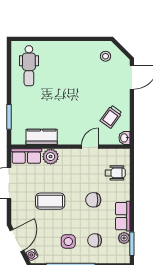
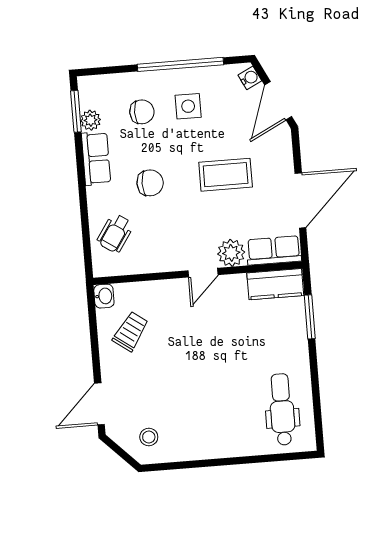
kitchen counter: (42, 137) -> (275, 284), moved
door: (90, 147) -> (203, 273), moved
wheelchair: (115, 173) -> (115, 233), turned -56

